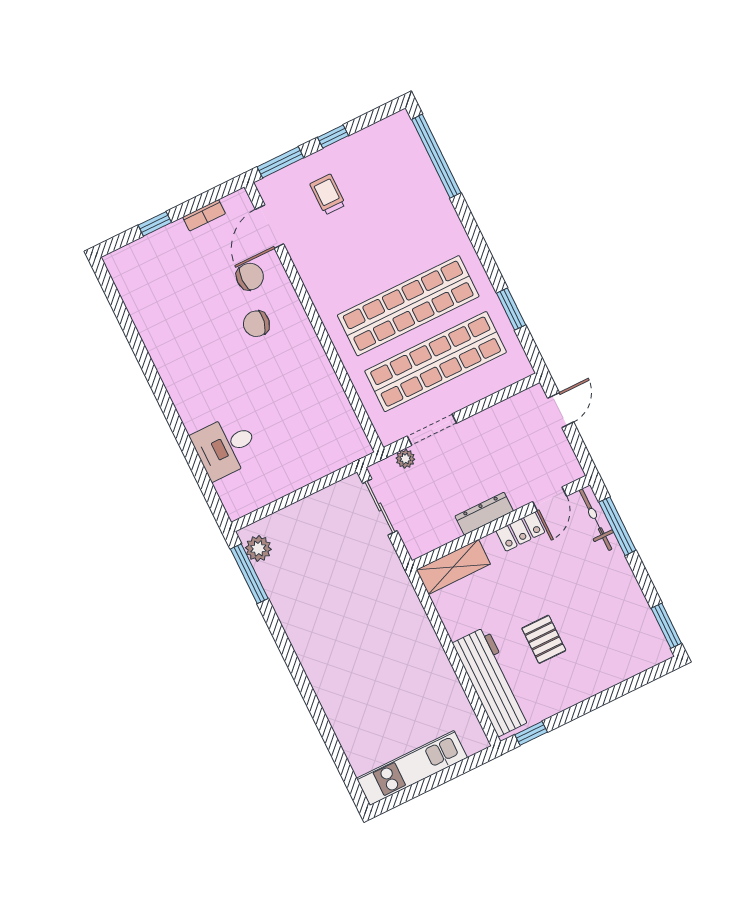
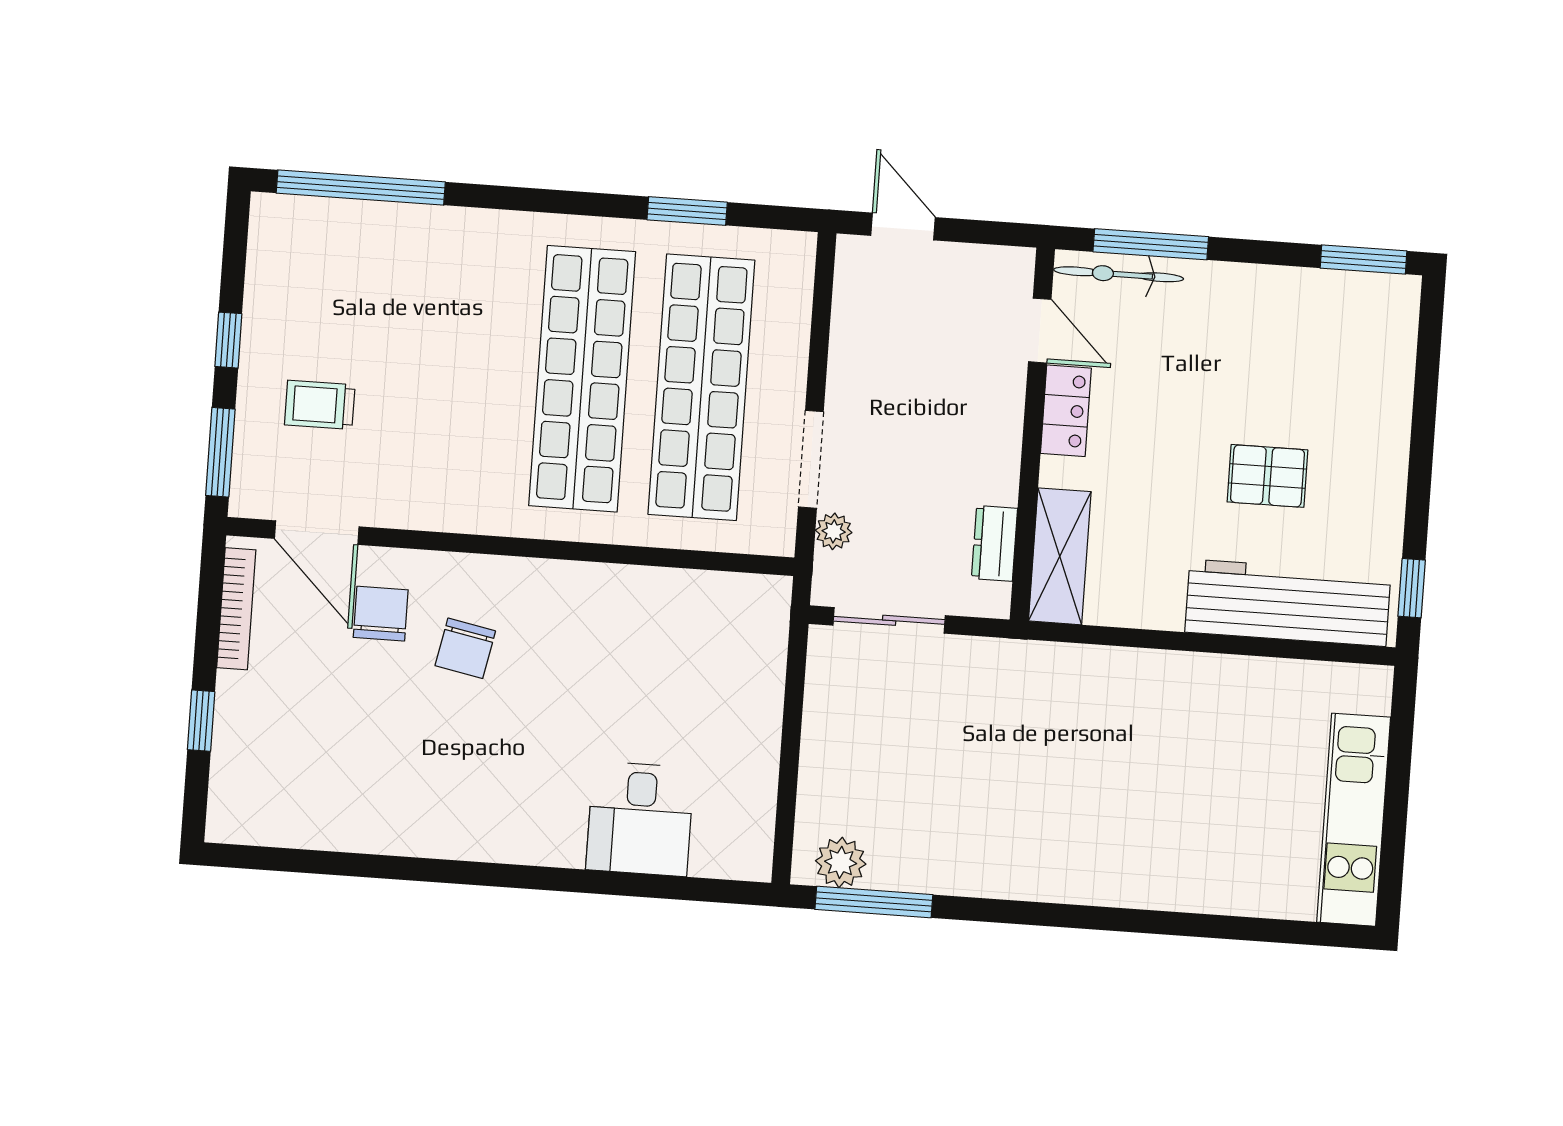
bookcase: (204, 215) -> (236, 609), width x1.56
dresser: (484, 514) -> (995, 543), moved, width x0.70

